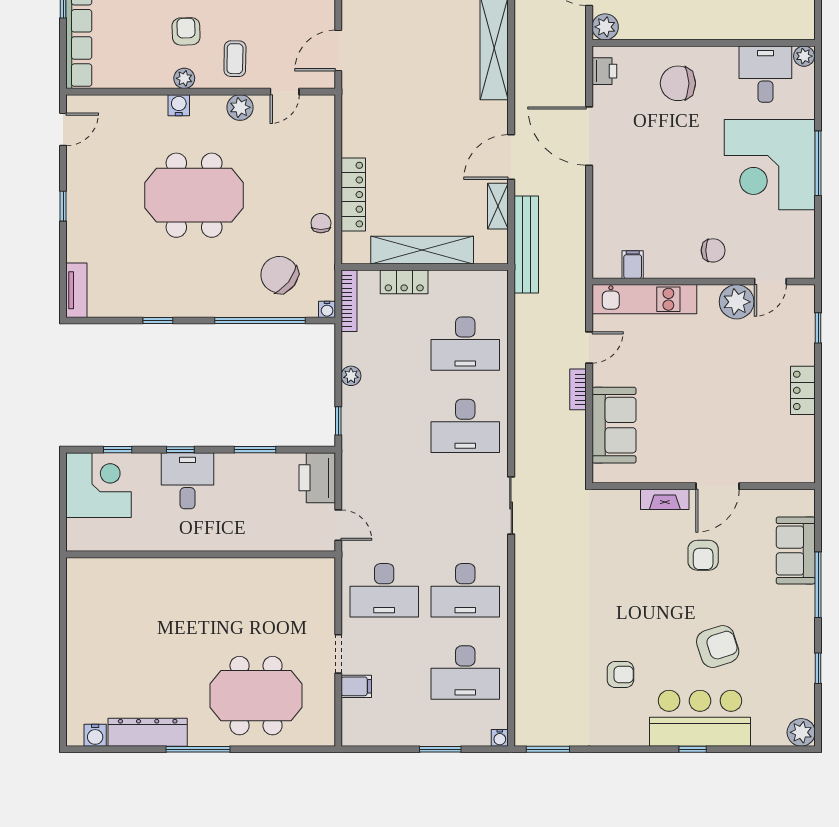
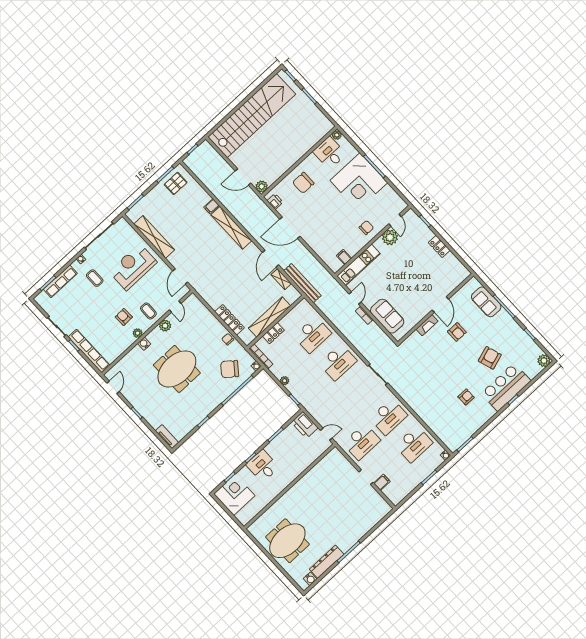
meeting table: (256, 696) -> (287, 541), moved

